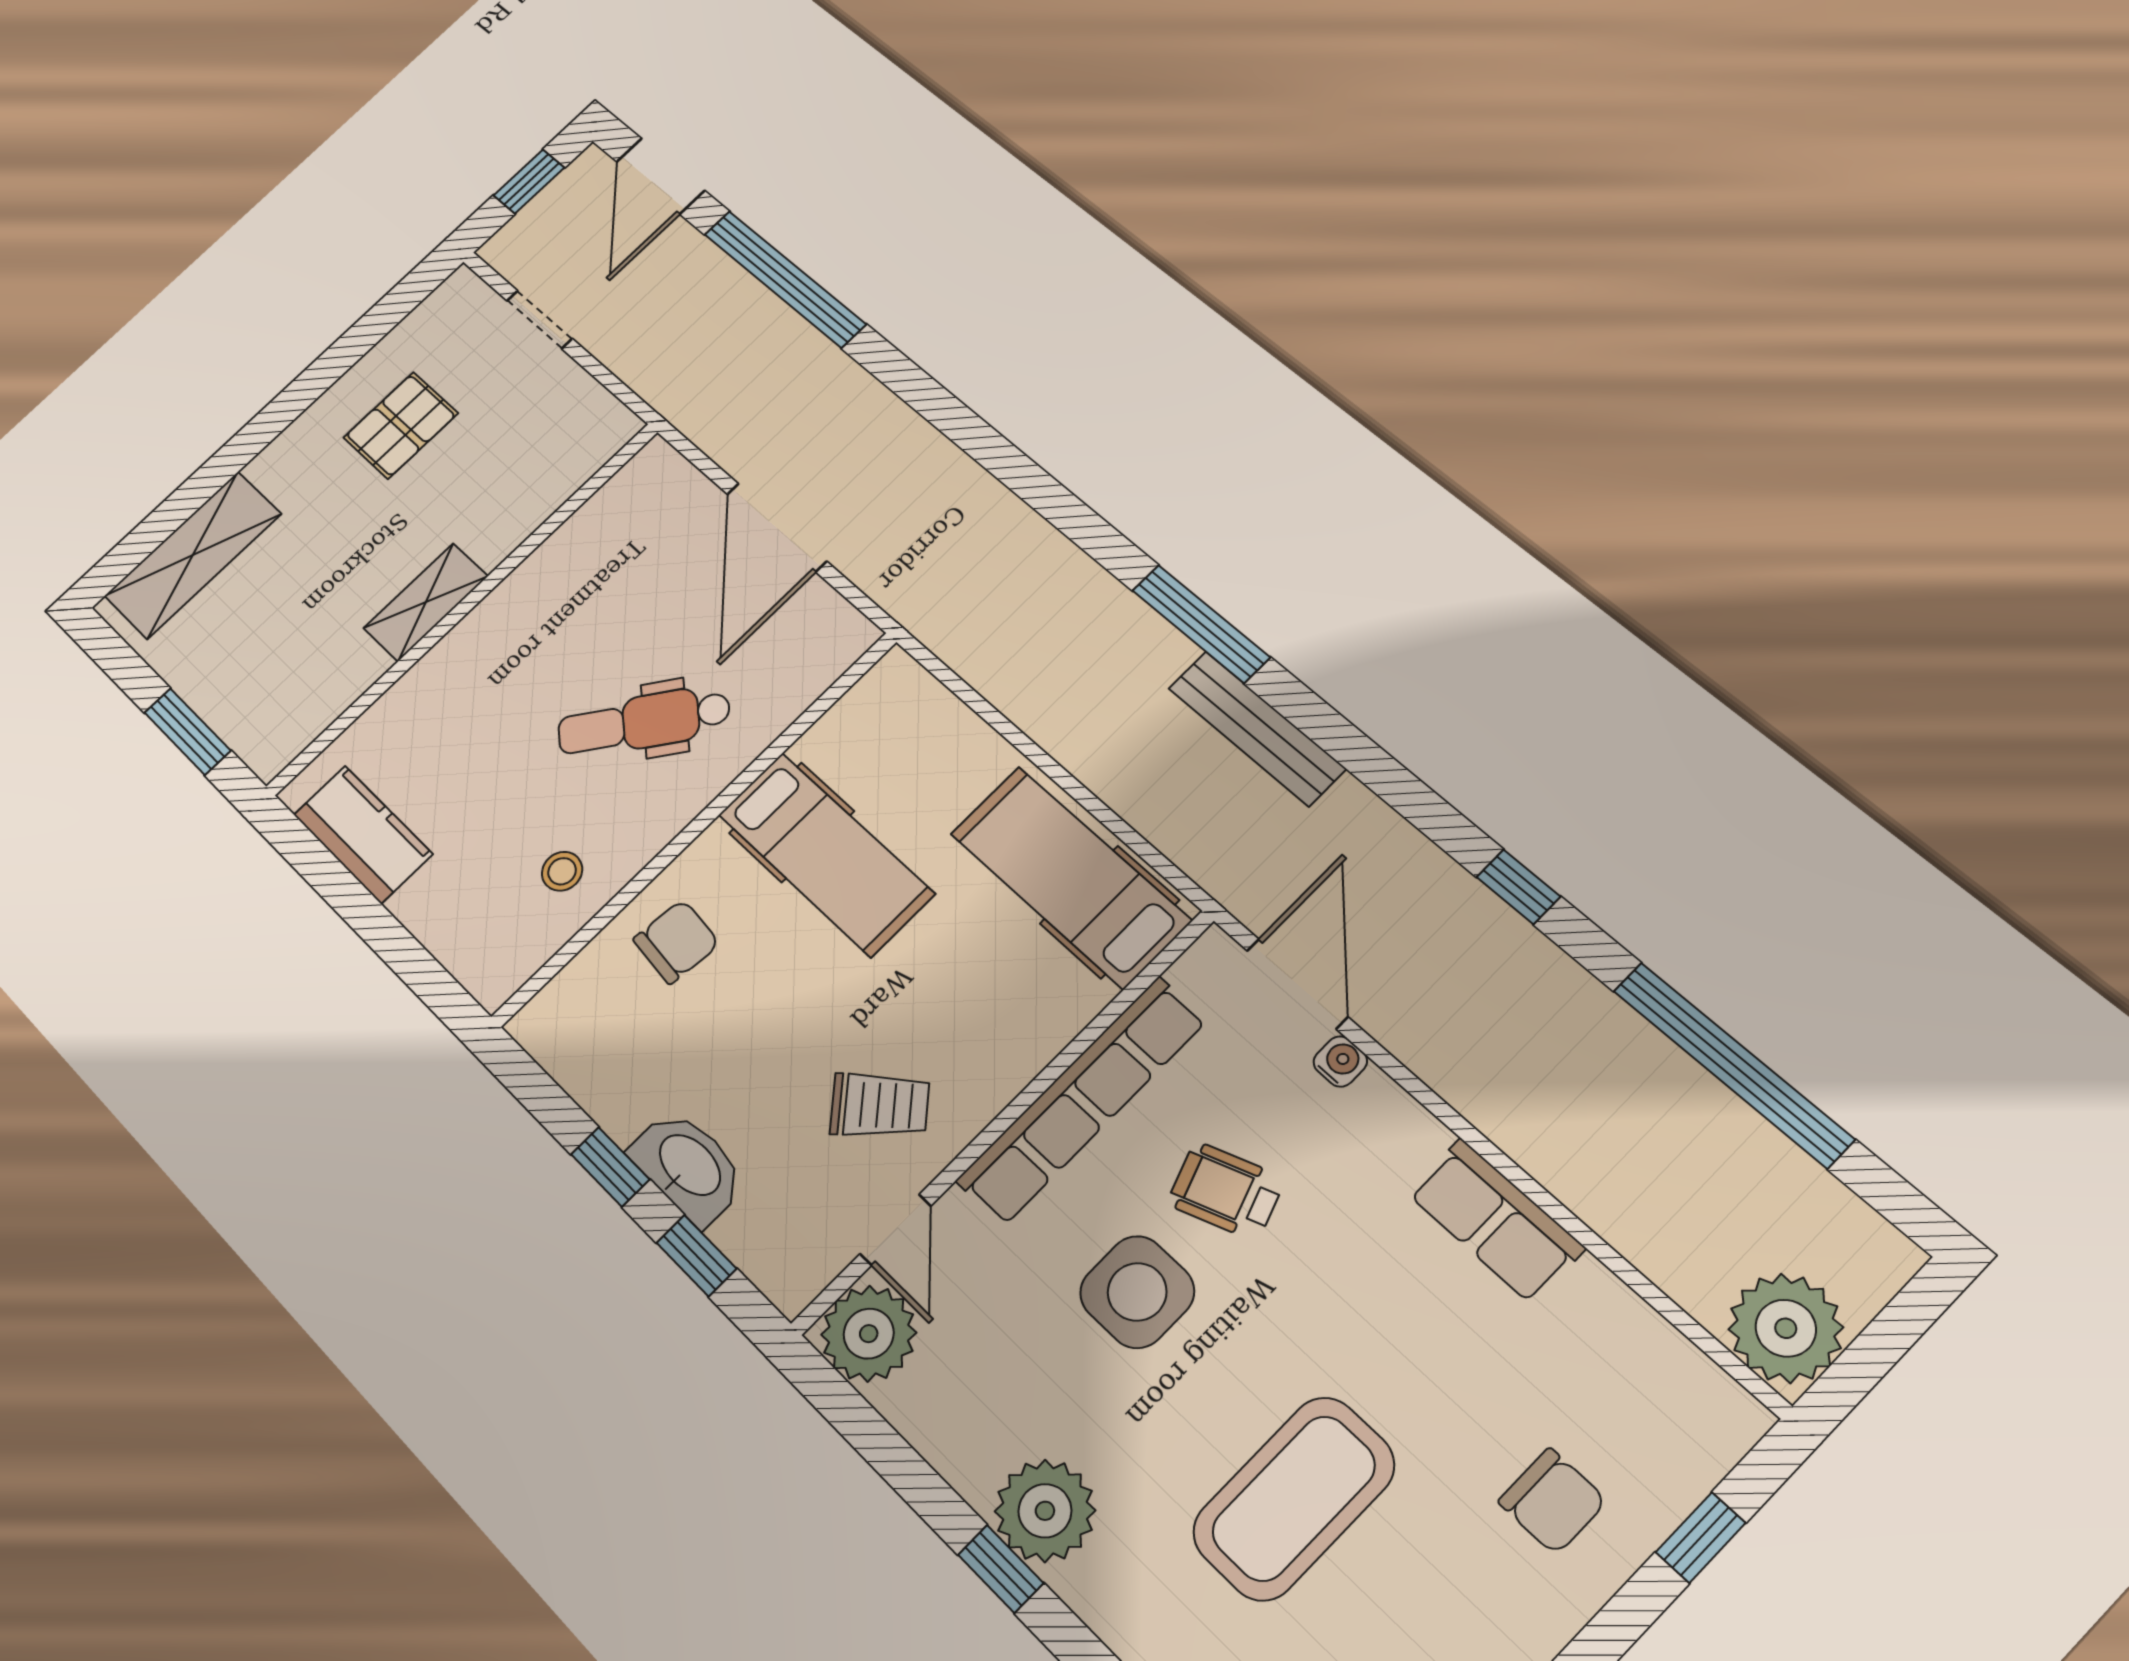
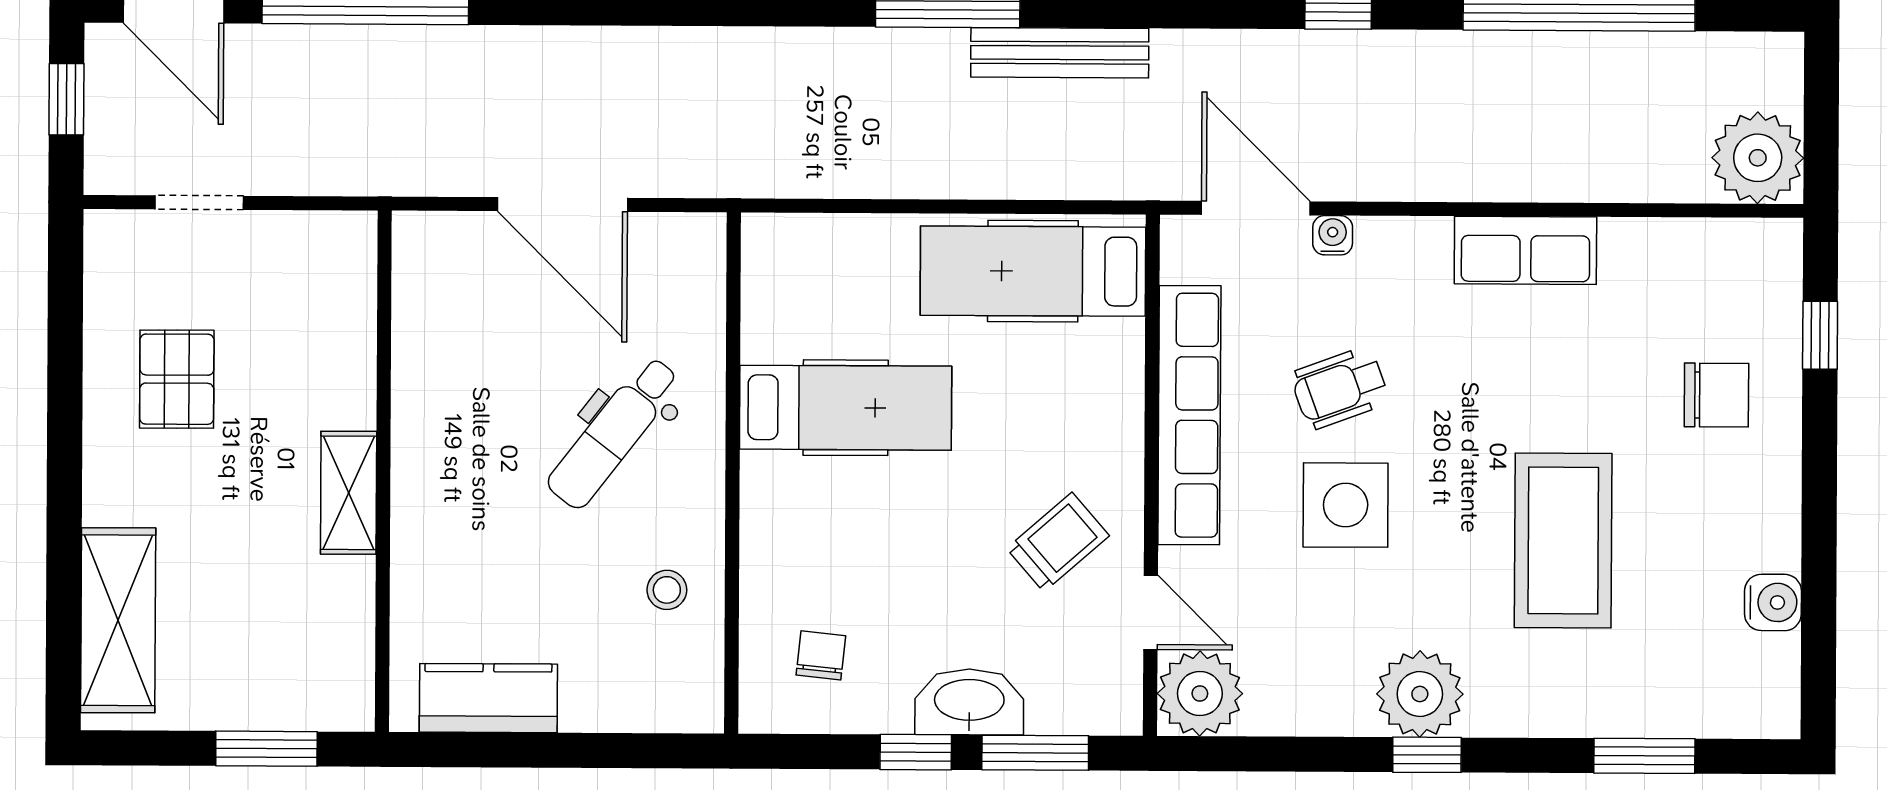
chair: (676, 942) -> (821, 655), moved, width x0.73, depth x0.73
window: (696, 1256) -> (1035, 753), width x1.50

